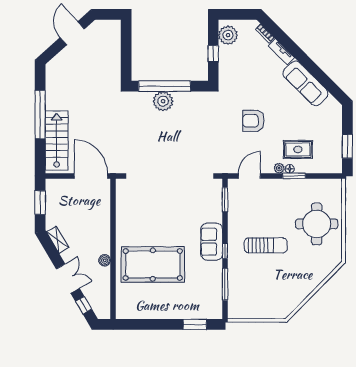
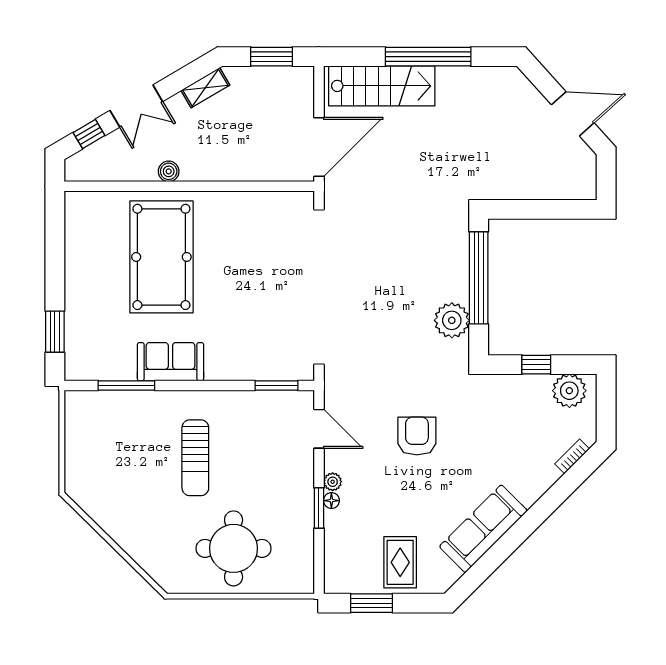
tv unit: (281, 52) -> (540, 486), removed
plant: (163, 101) -> (452, 320), moved
rug: (298, 149) -> (400, 562), moved
sofa: (212, 242) -> (170, 362), moved
window: (225, 251) -> (185, 385), removed

